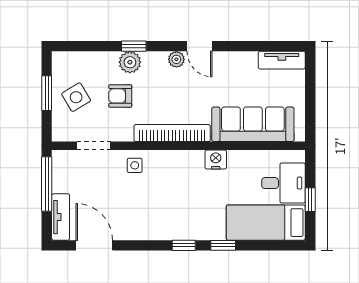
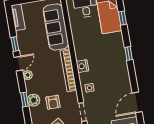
window: (235, 46) -> (15, 44), added
nightstand: (216, 159) -> (82, 66), moved
window: (223, 245) -> (122, 18), moved

